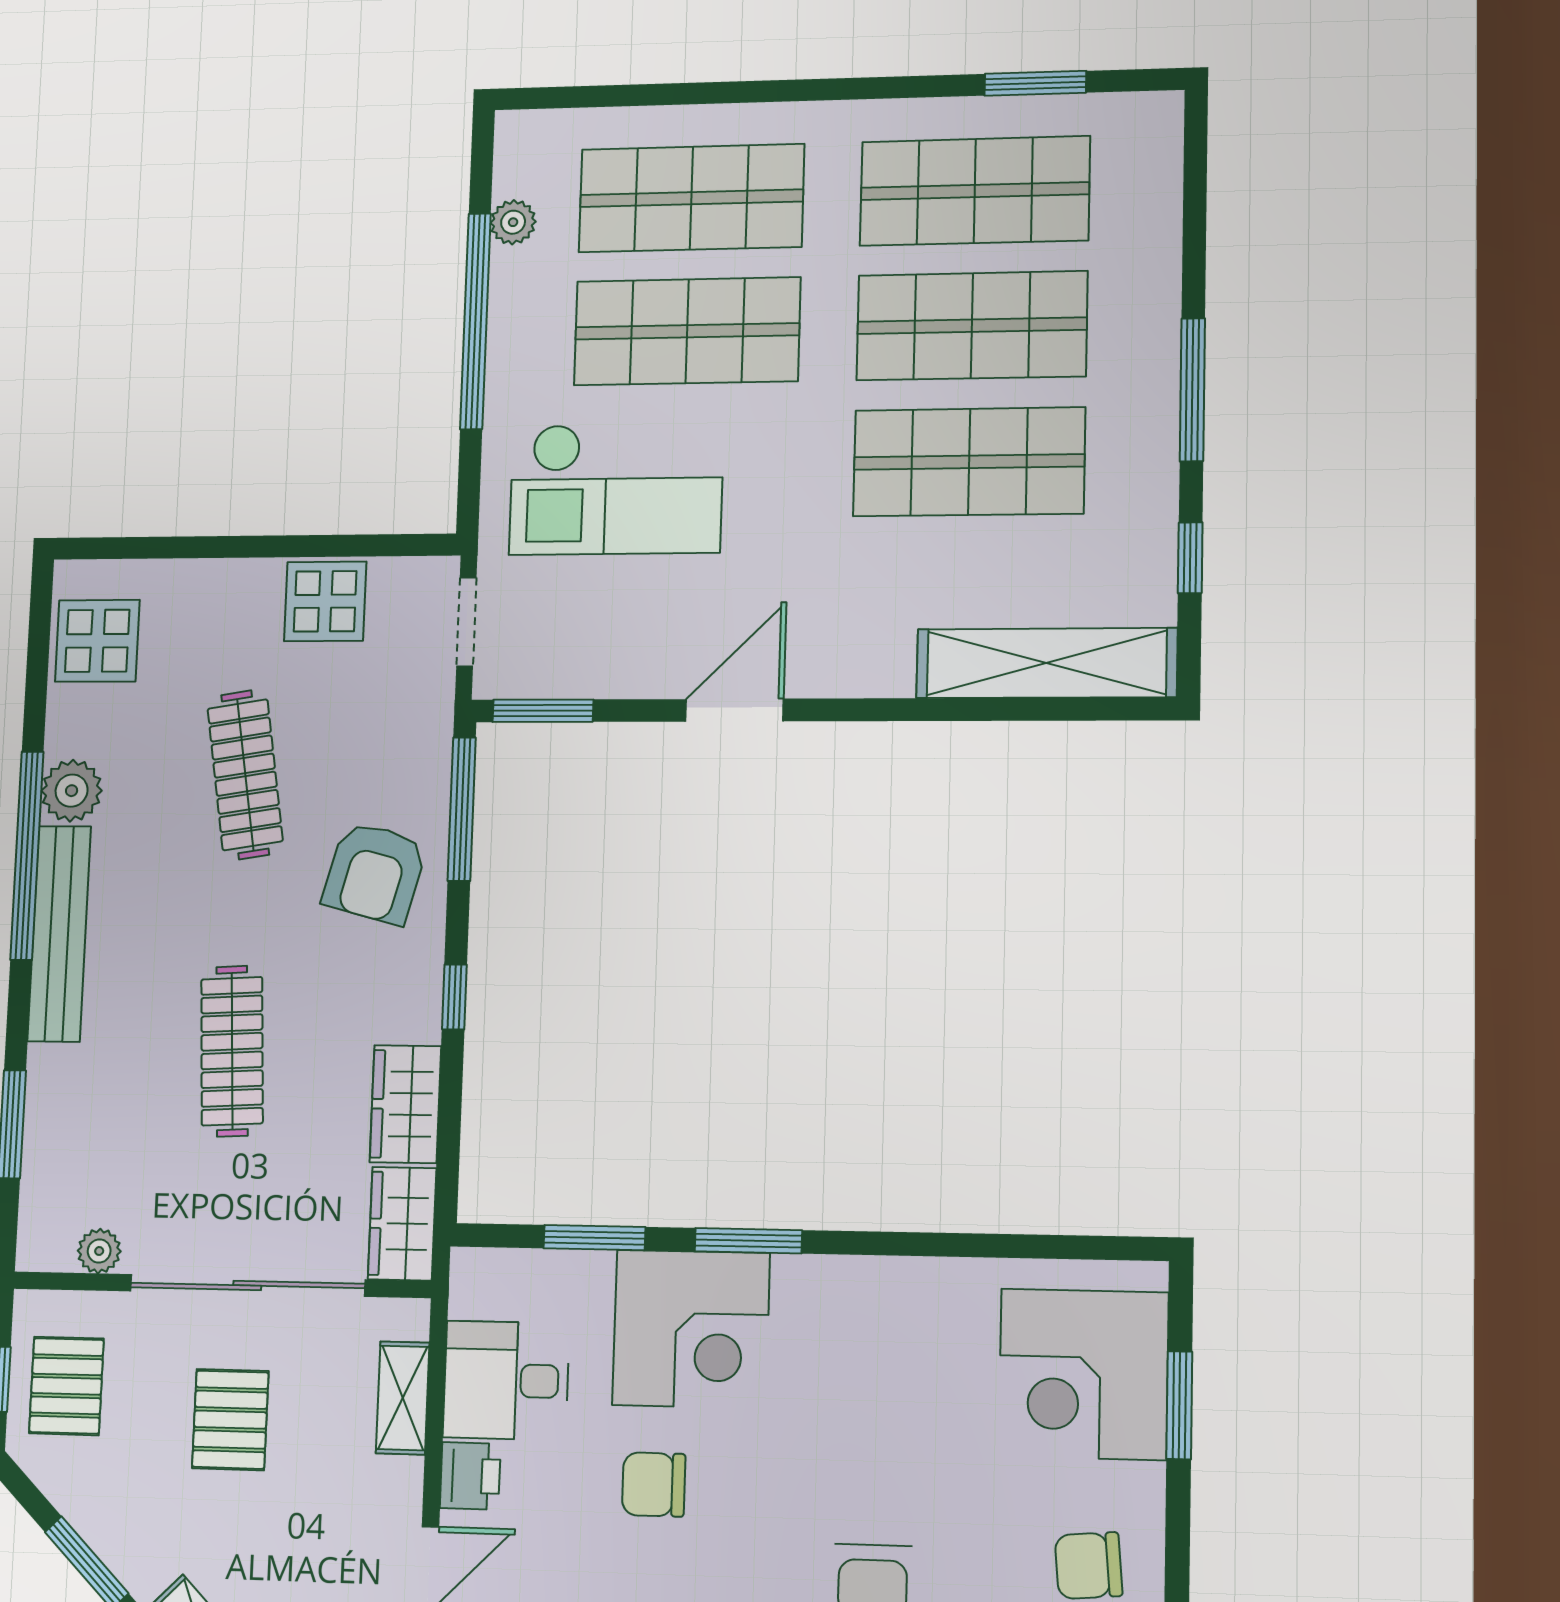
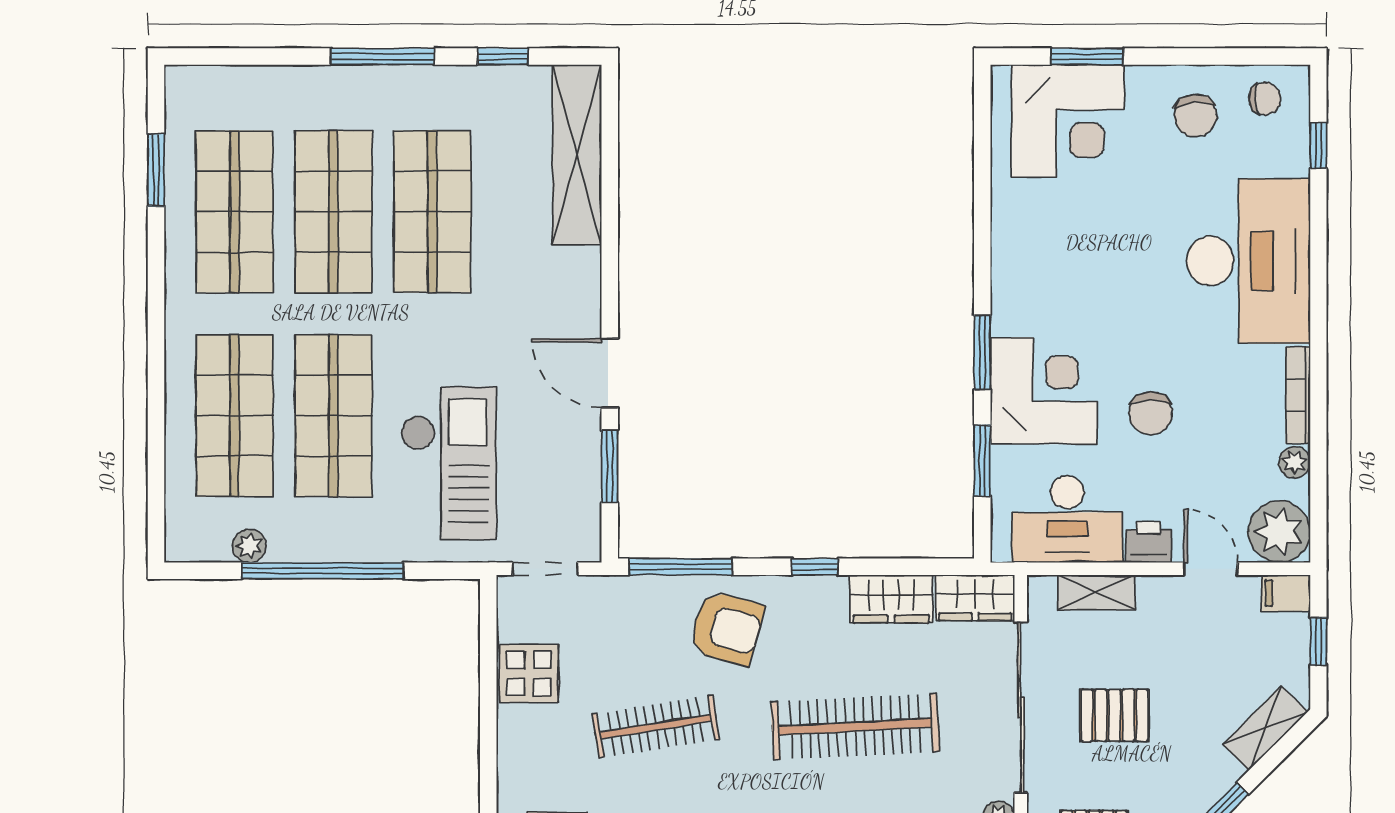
window: (543, 711) -> (610, 466), moved
clothes rail: (232, 1051) -> (855, 727), width x1.37, depth x1.31
desk: (506, 1380) -> (1067, 519), width x1.37

